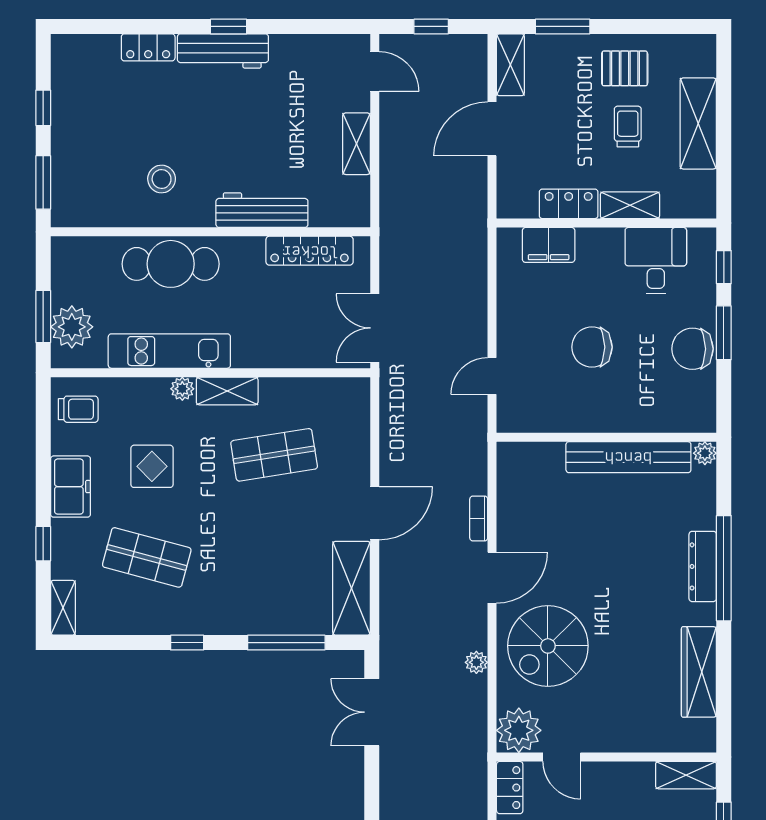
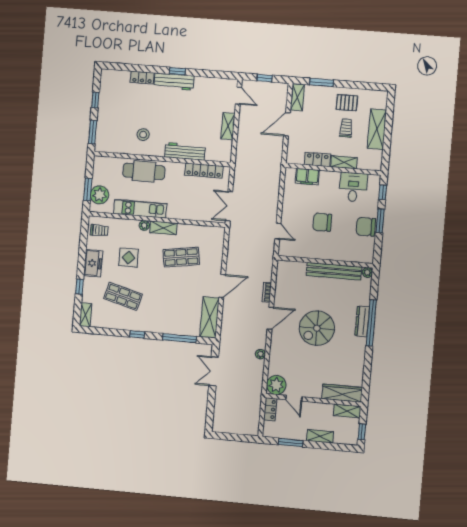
door: (492, 376) -> (278, 231), swing flipped
spiral stairs: (548, 646) -> (317, 328), moved
wardrobe: (699, 672) -> (342, 393), moved, turned 90

